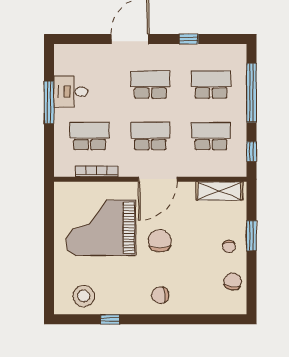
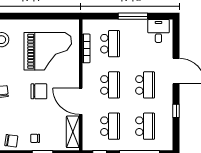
desk: (71, 92) -> (158, 31), moved
door: (158, 179) -> (81, 101), moved
grand piano: (101, 228) -> (48, 51), turned 90

